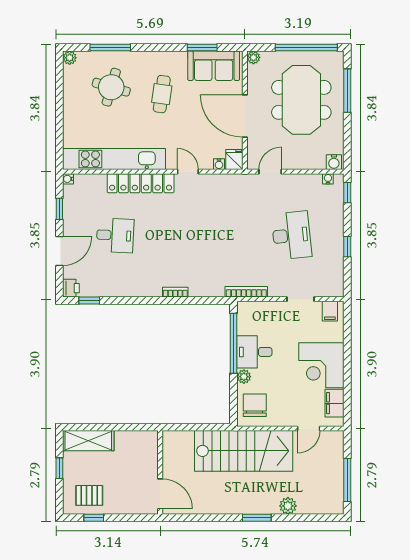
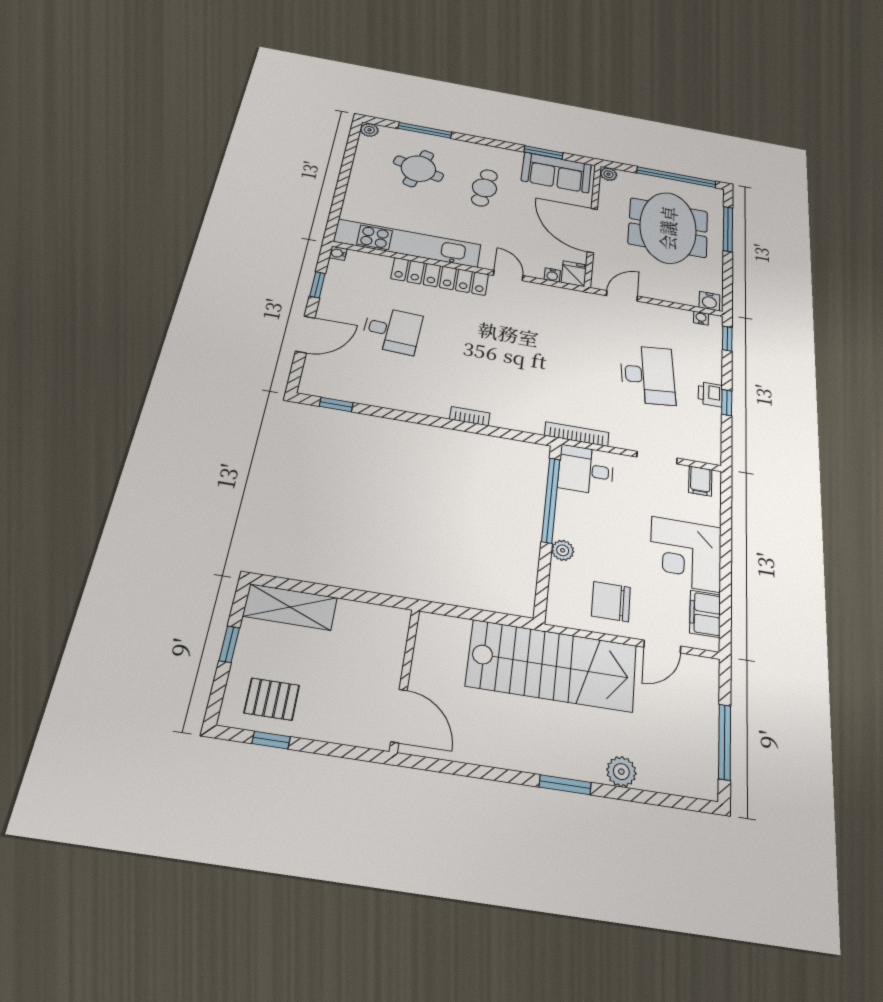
printer: (71, 288) -> (710, 394), moved, turned 180
desk: (254, 352) -> (586, 470), moved
chair: (255, 405) -> (611, 602), moved, turned -90

